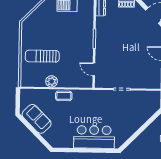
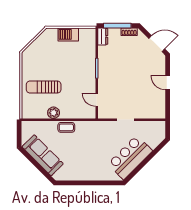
sofa: (37, 119) -> (43, 155), width x1.36
bar counter: (94, 137) -> (130, 157), moved, turned -45

